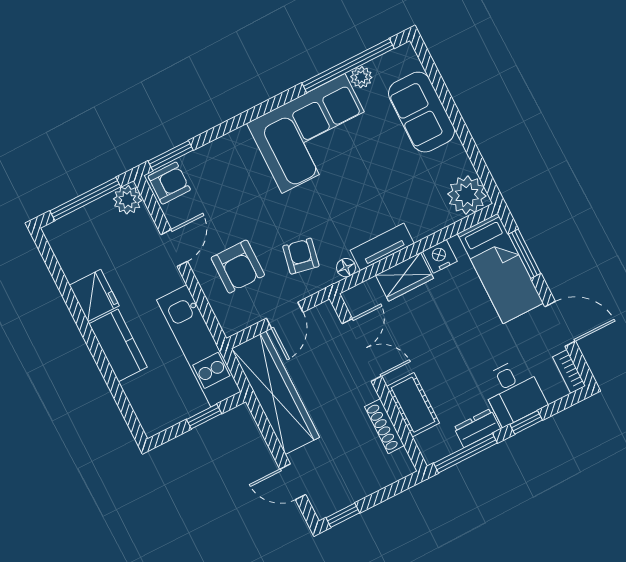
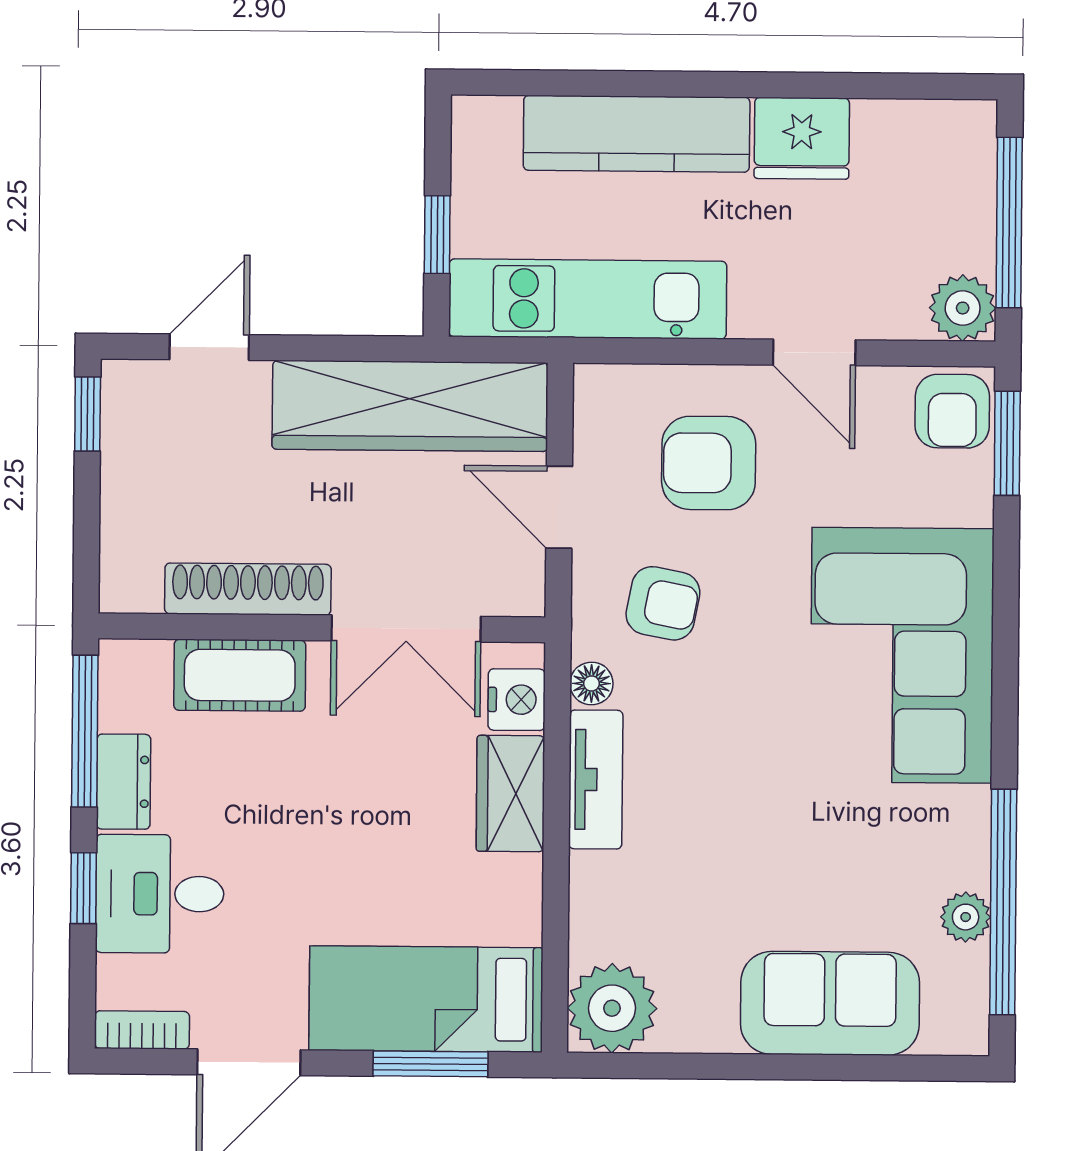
corner sofa: (313, 133) -> (902, 655), moved
nightstand: (440, 256) -> (517, 700), moved
kitchen counter: (118, 345) -> (637, 134), width x1.50
shoe rack: (384, 426) -> (248, 589), width x1.36, depth x1.24

